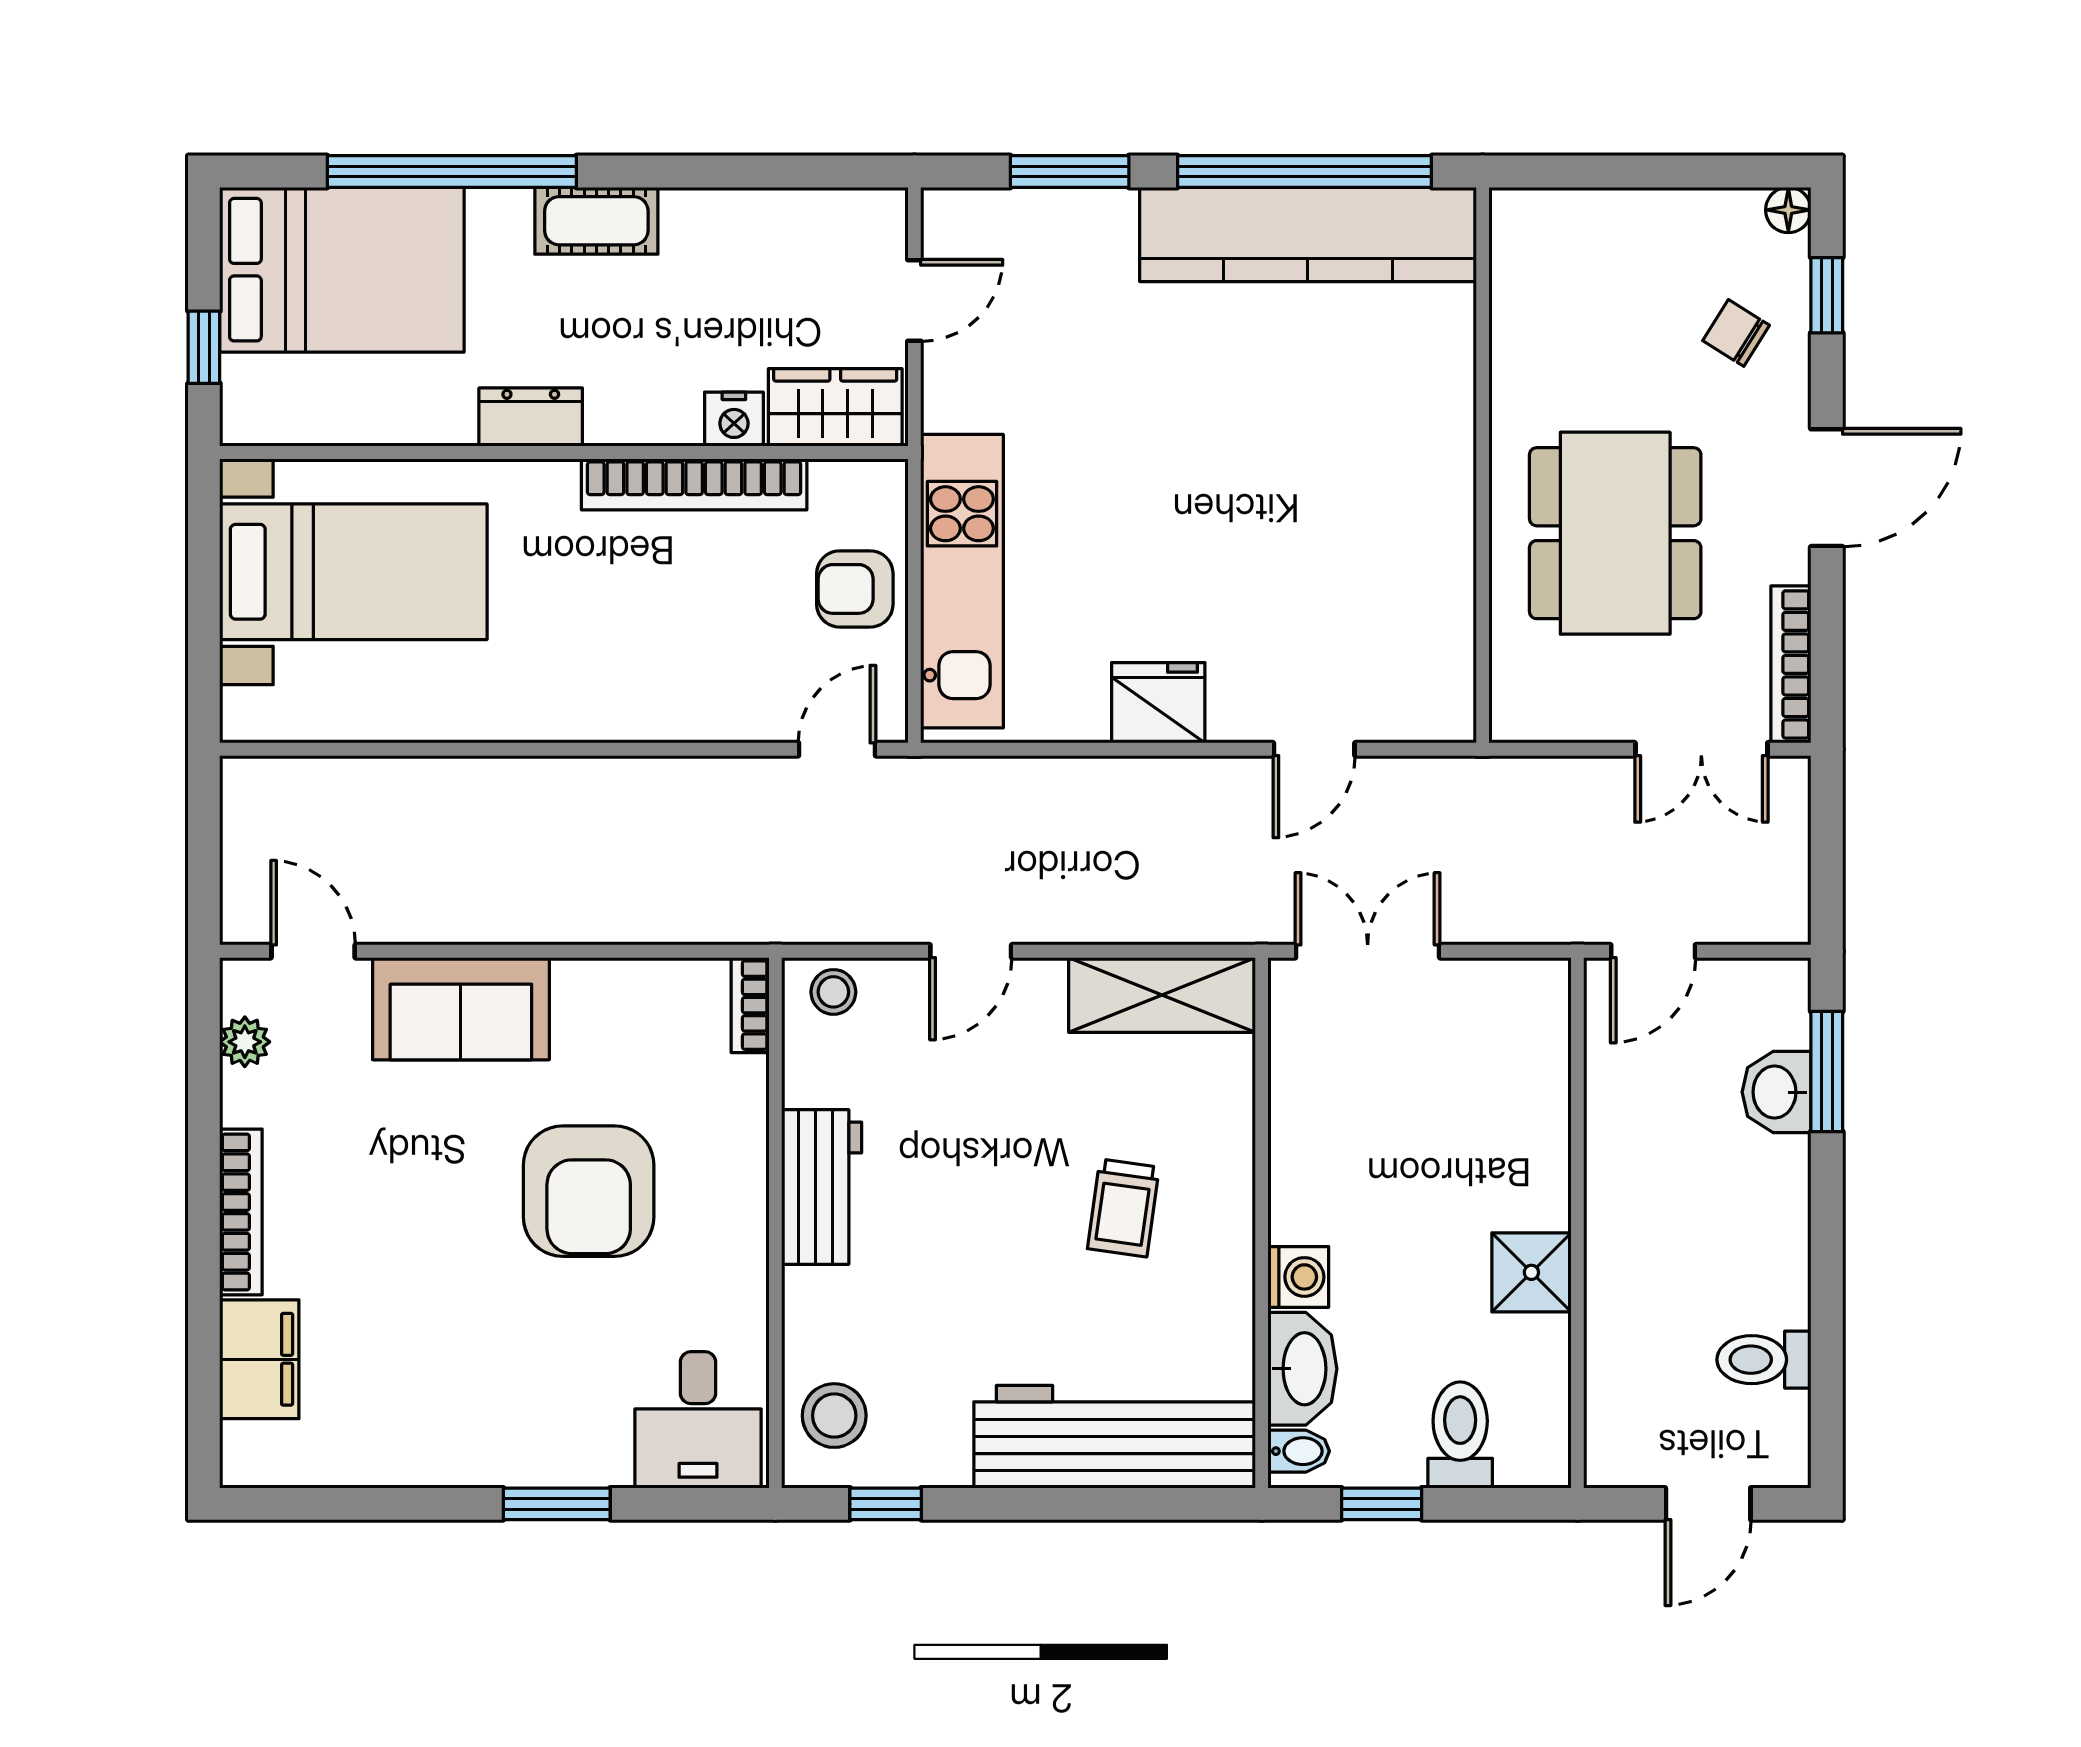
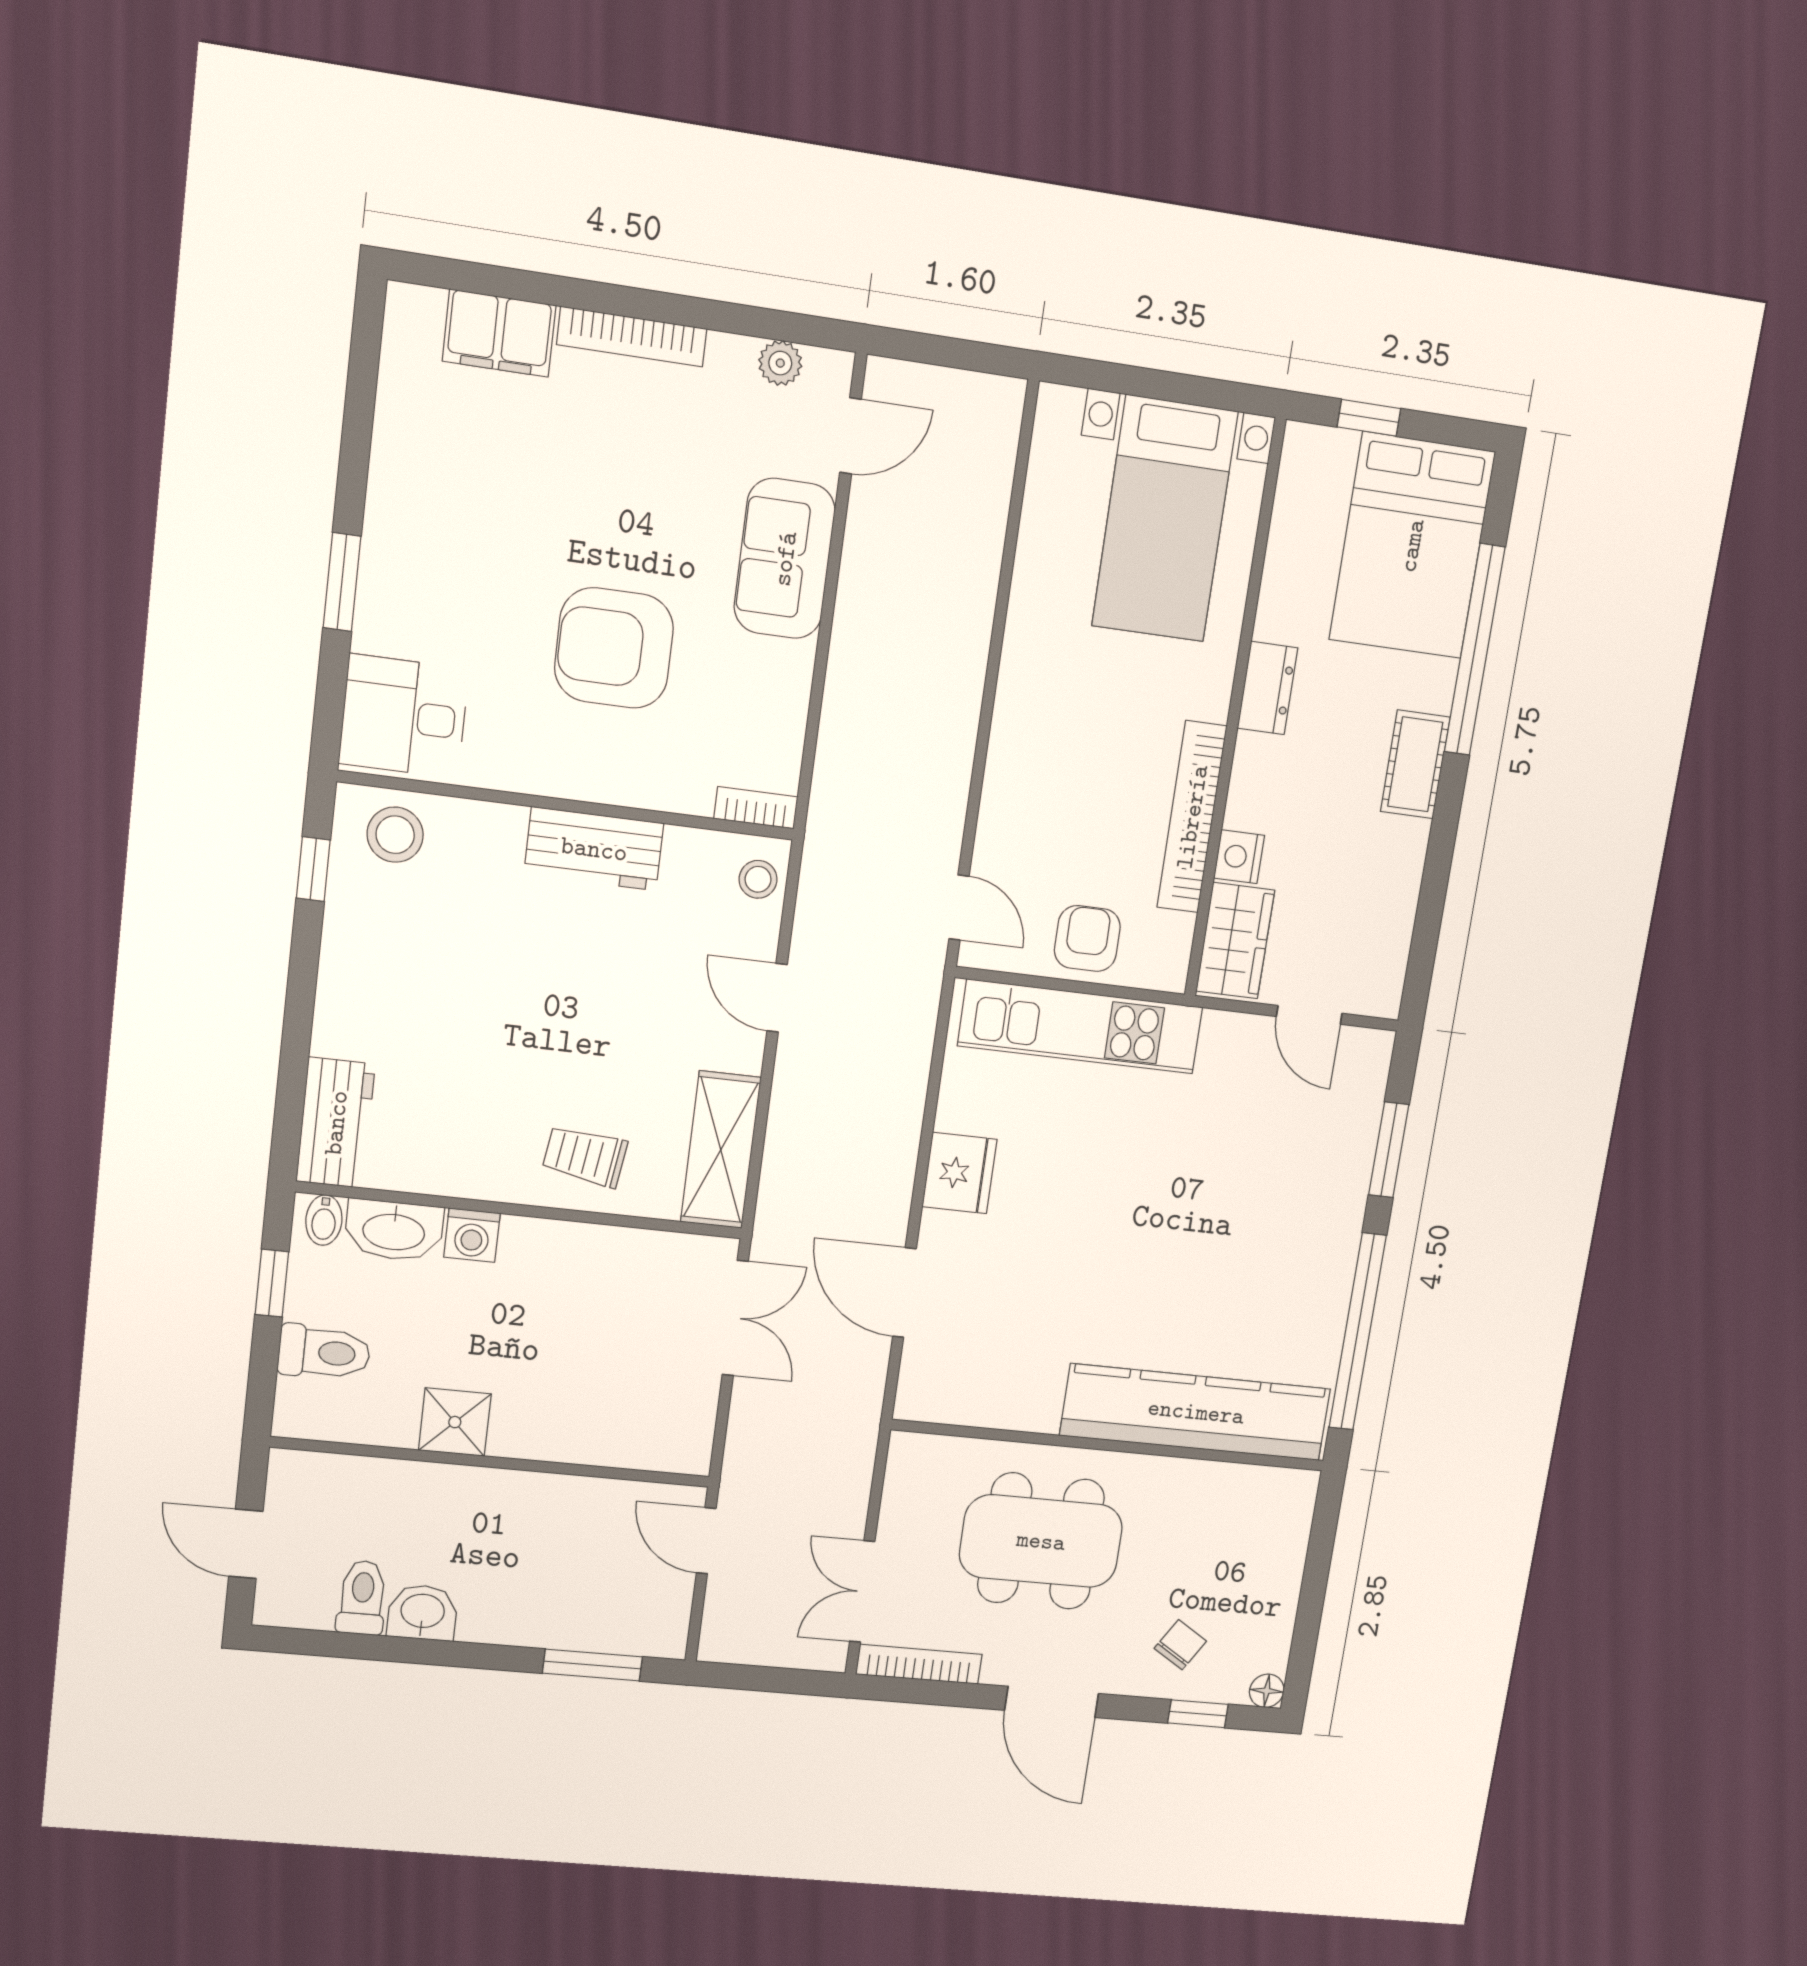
kitchen counter: (1308, 234) -> (1196, 1412), moved, turned 90
door: (1314, 749) -> (904, 1293), width x1.38
washbasin: (1777, 1092) -> (423, 1612), moved
trolley: (1123, 1208) -> (585, 1156), moved
workbench: (1115, 1437) -> (336, 1123), width x0.53, depth x0.76

